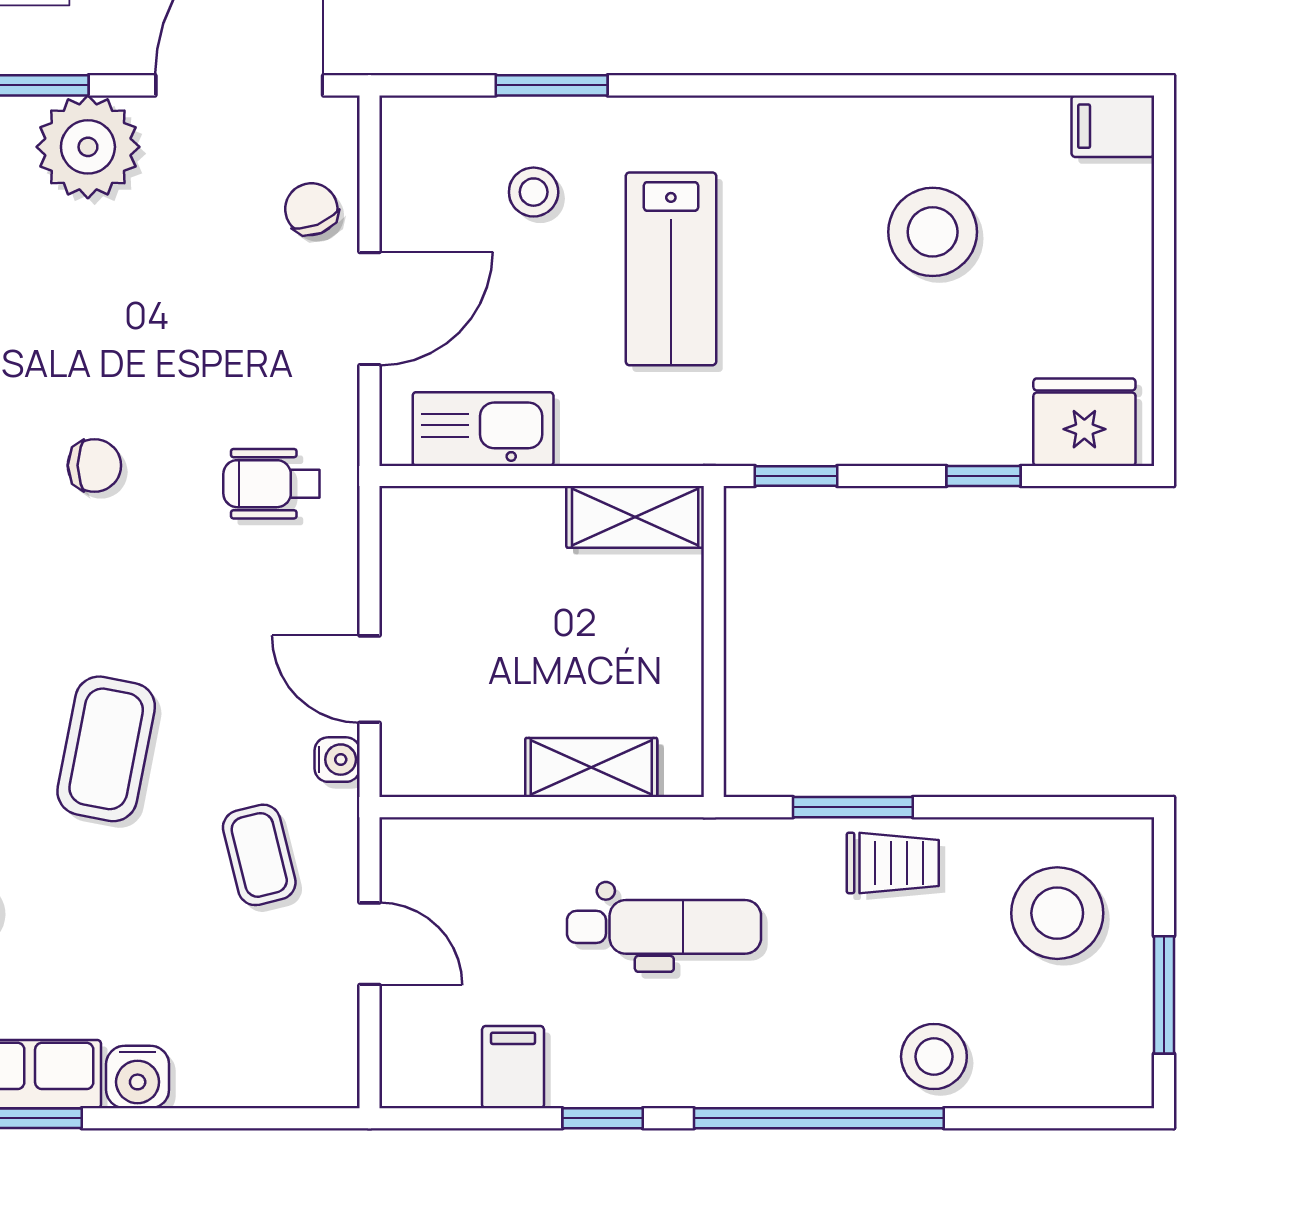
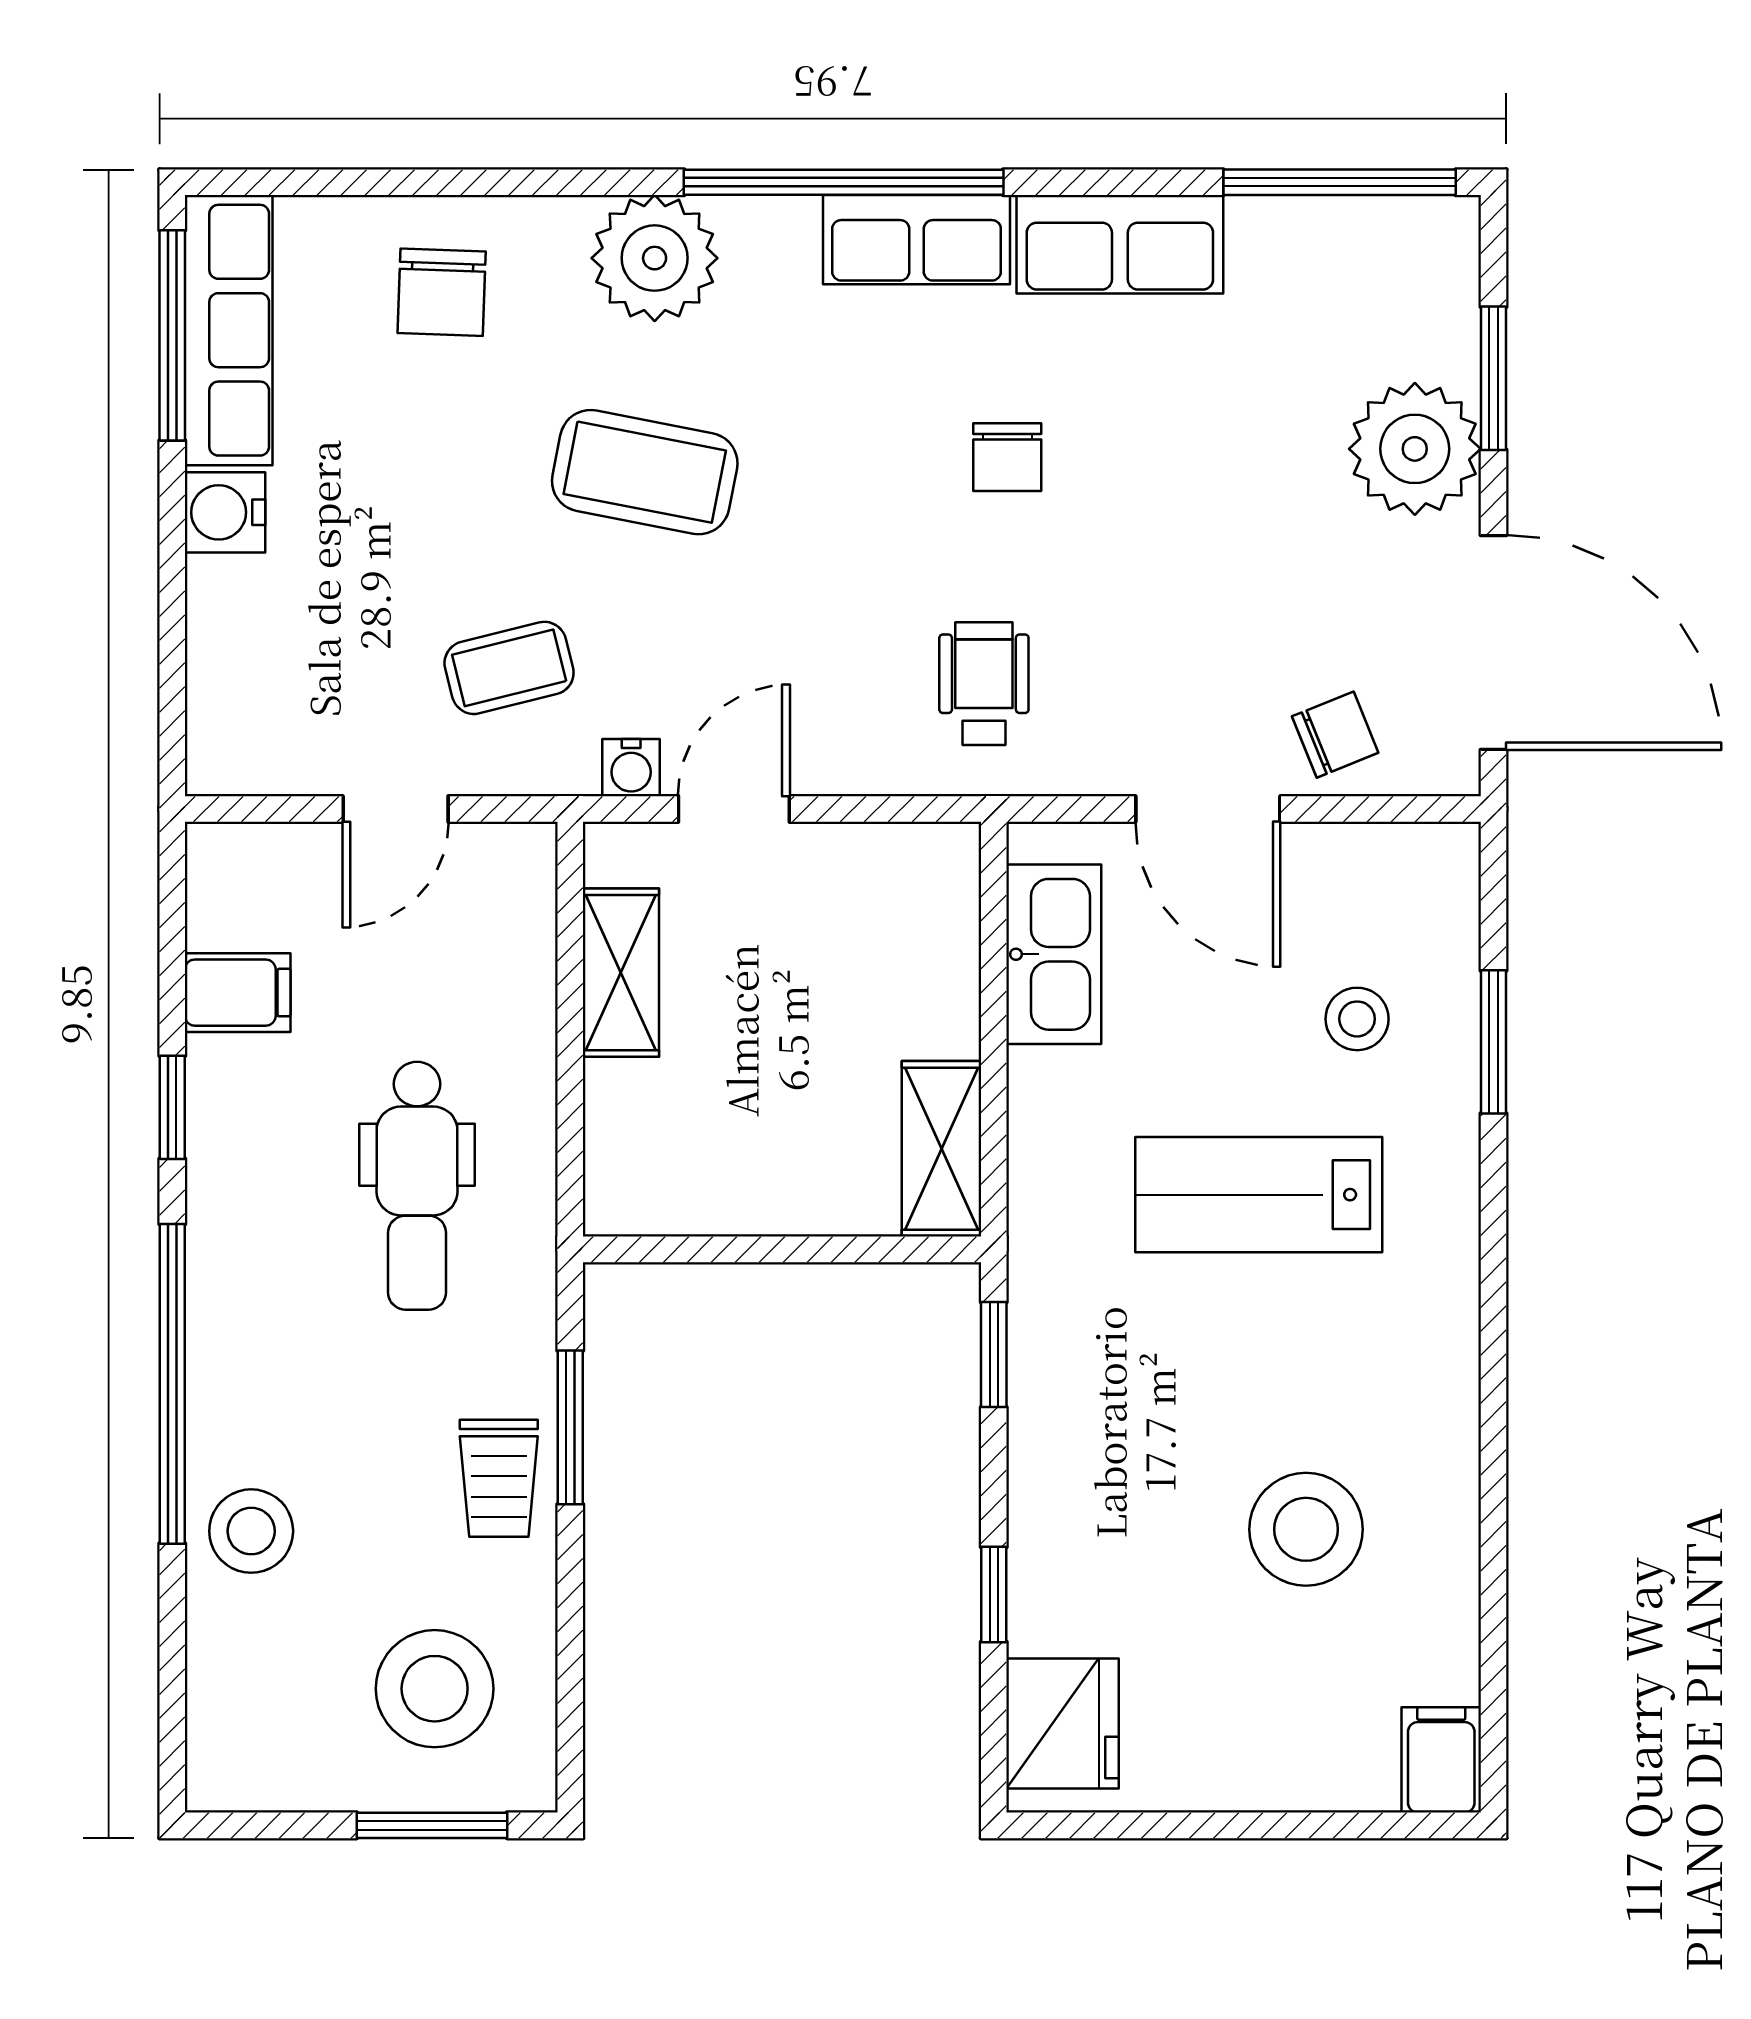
shelving: (591, 767) -> (621, 973), moved
window: (1164, 995) -> (432, 1825), moved

